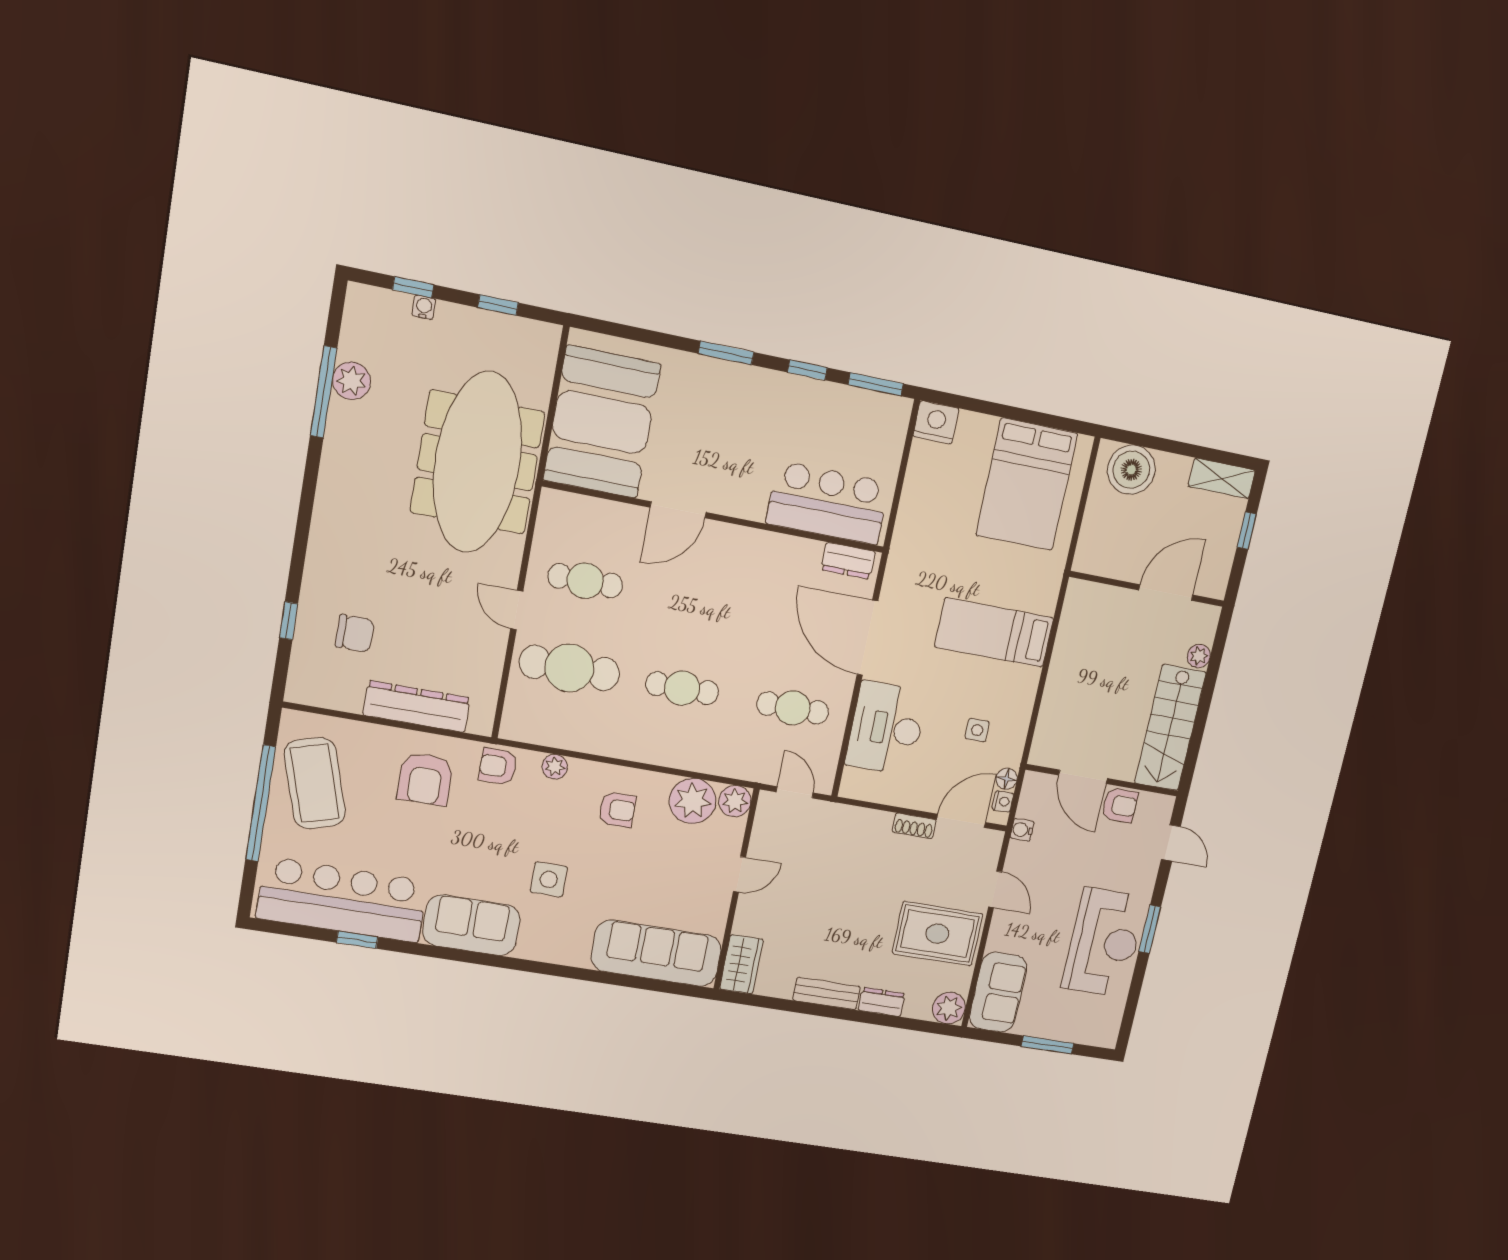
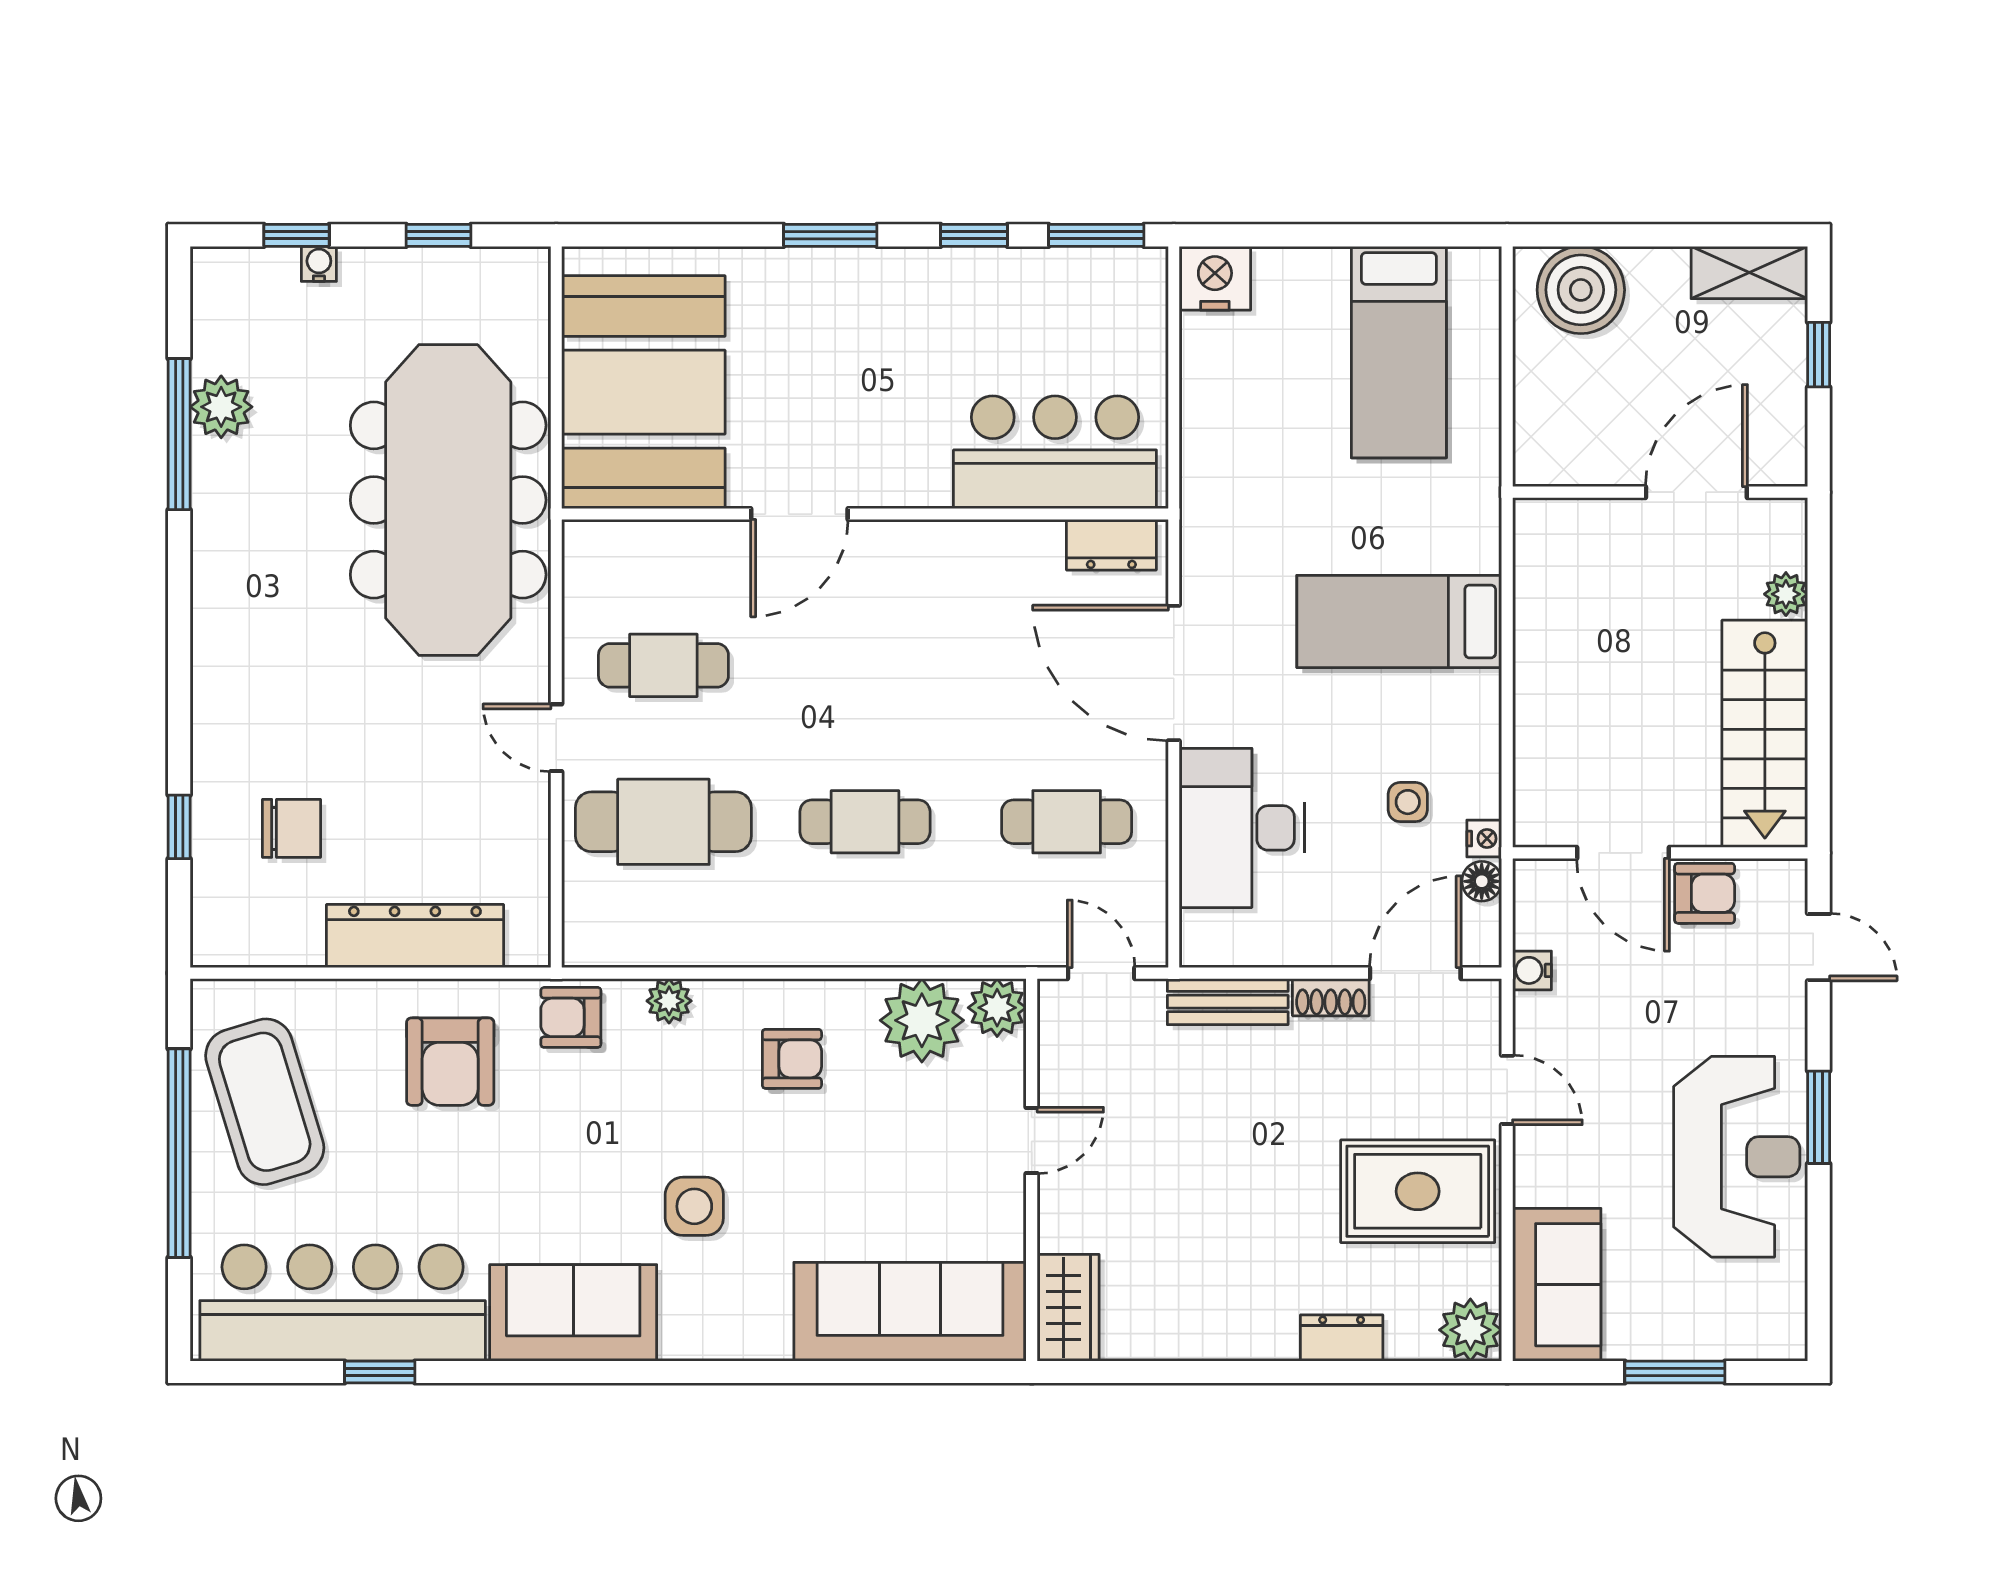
bed: (1027, 484) -> (1399, 352), width x0.67
nightstand: (1003, 801) -> (1484, 839), moved
bench: (827, 993) -> (1228, 1002), moved

